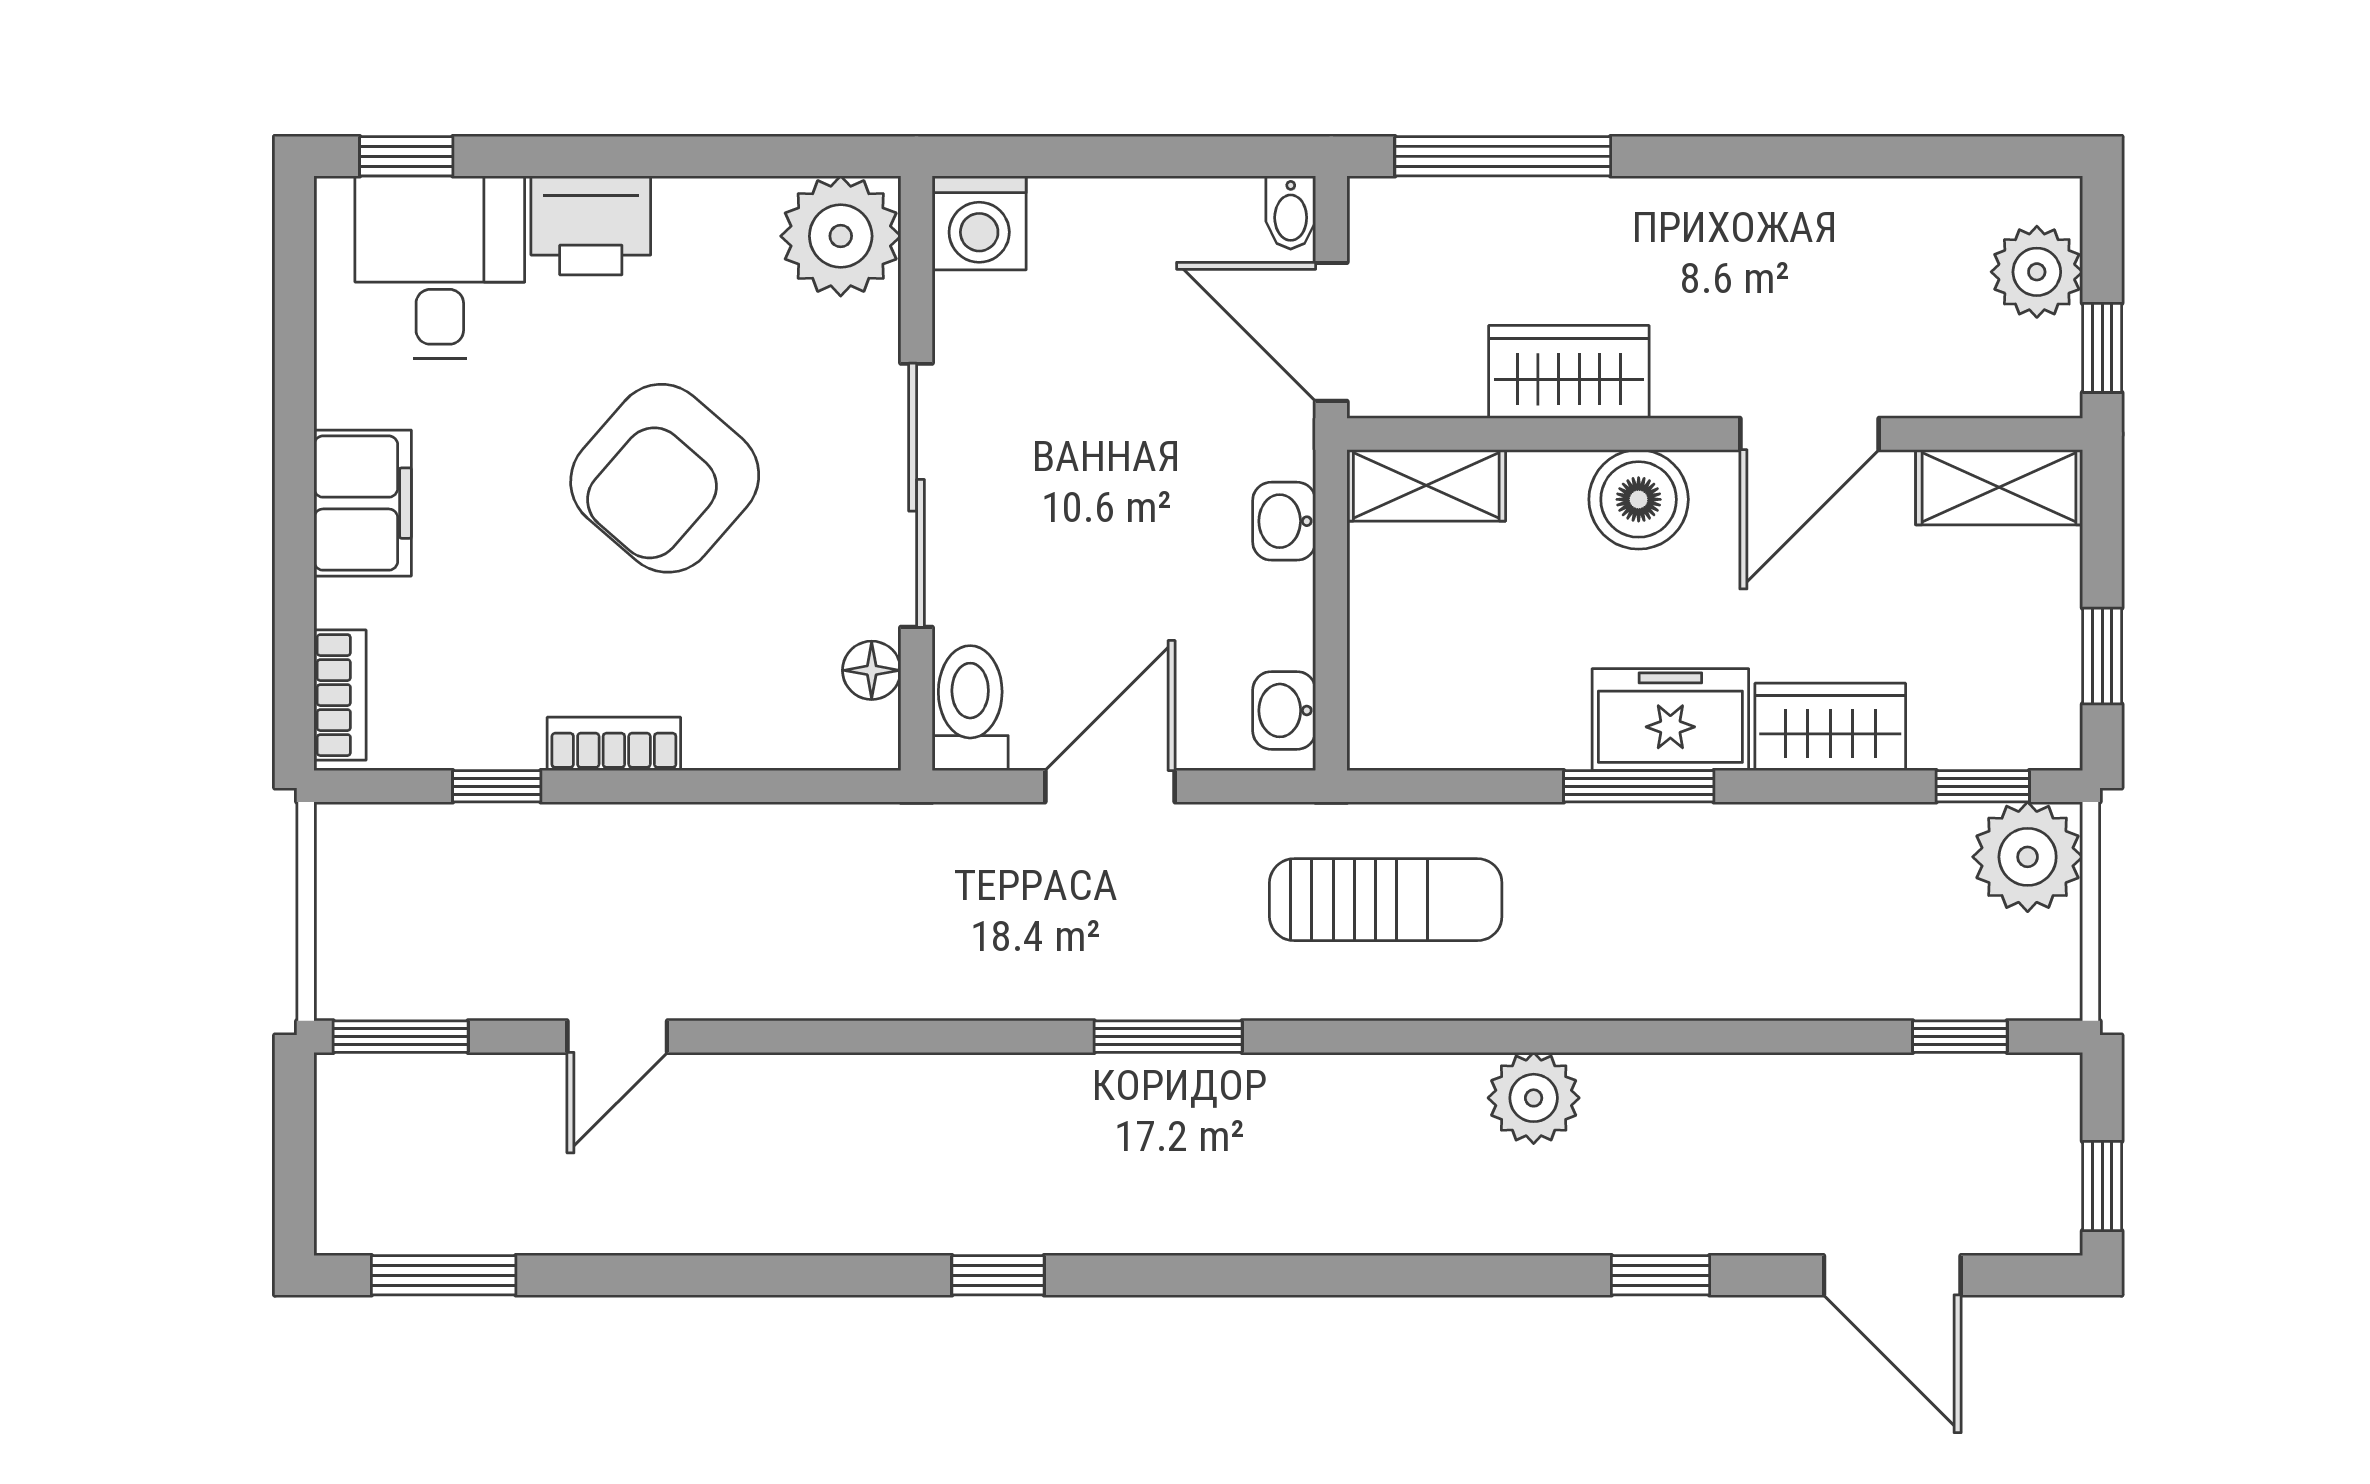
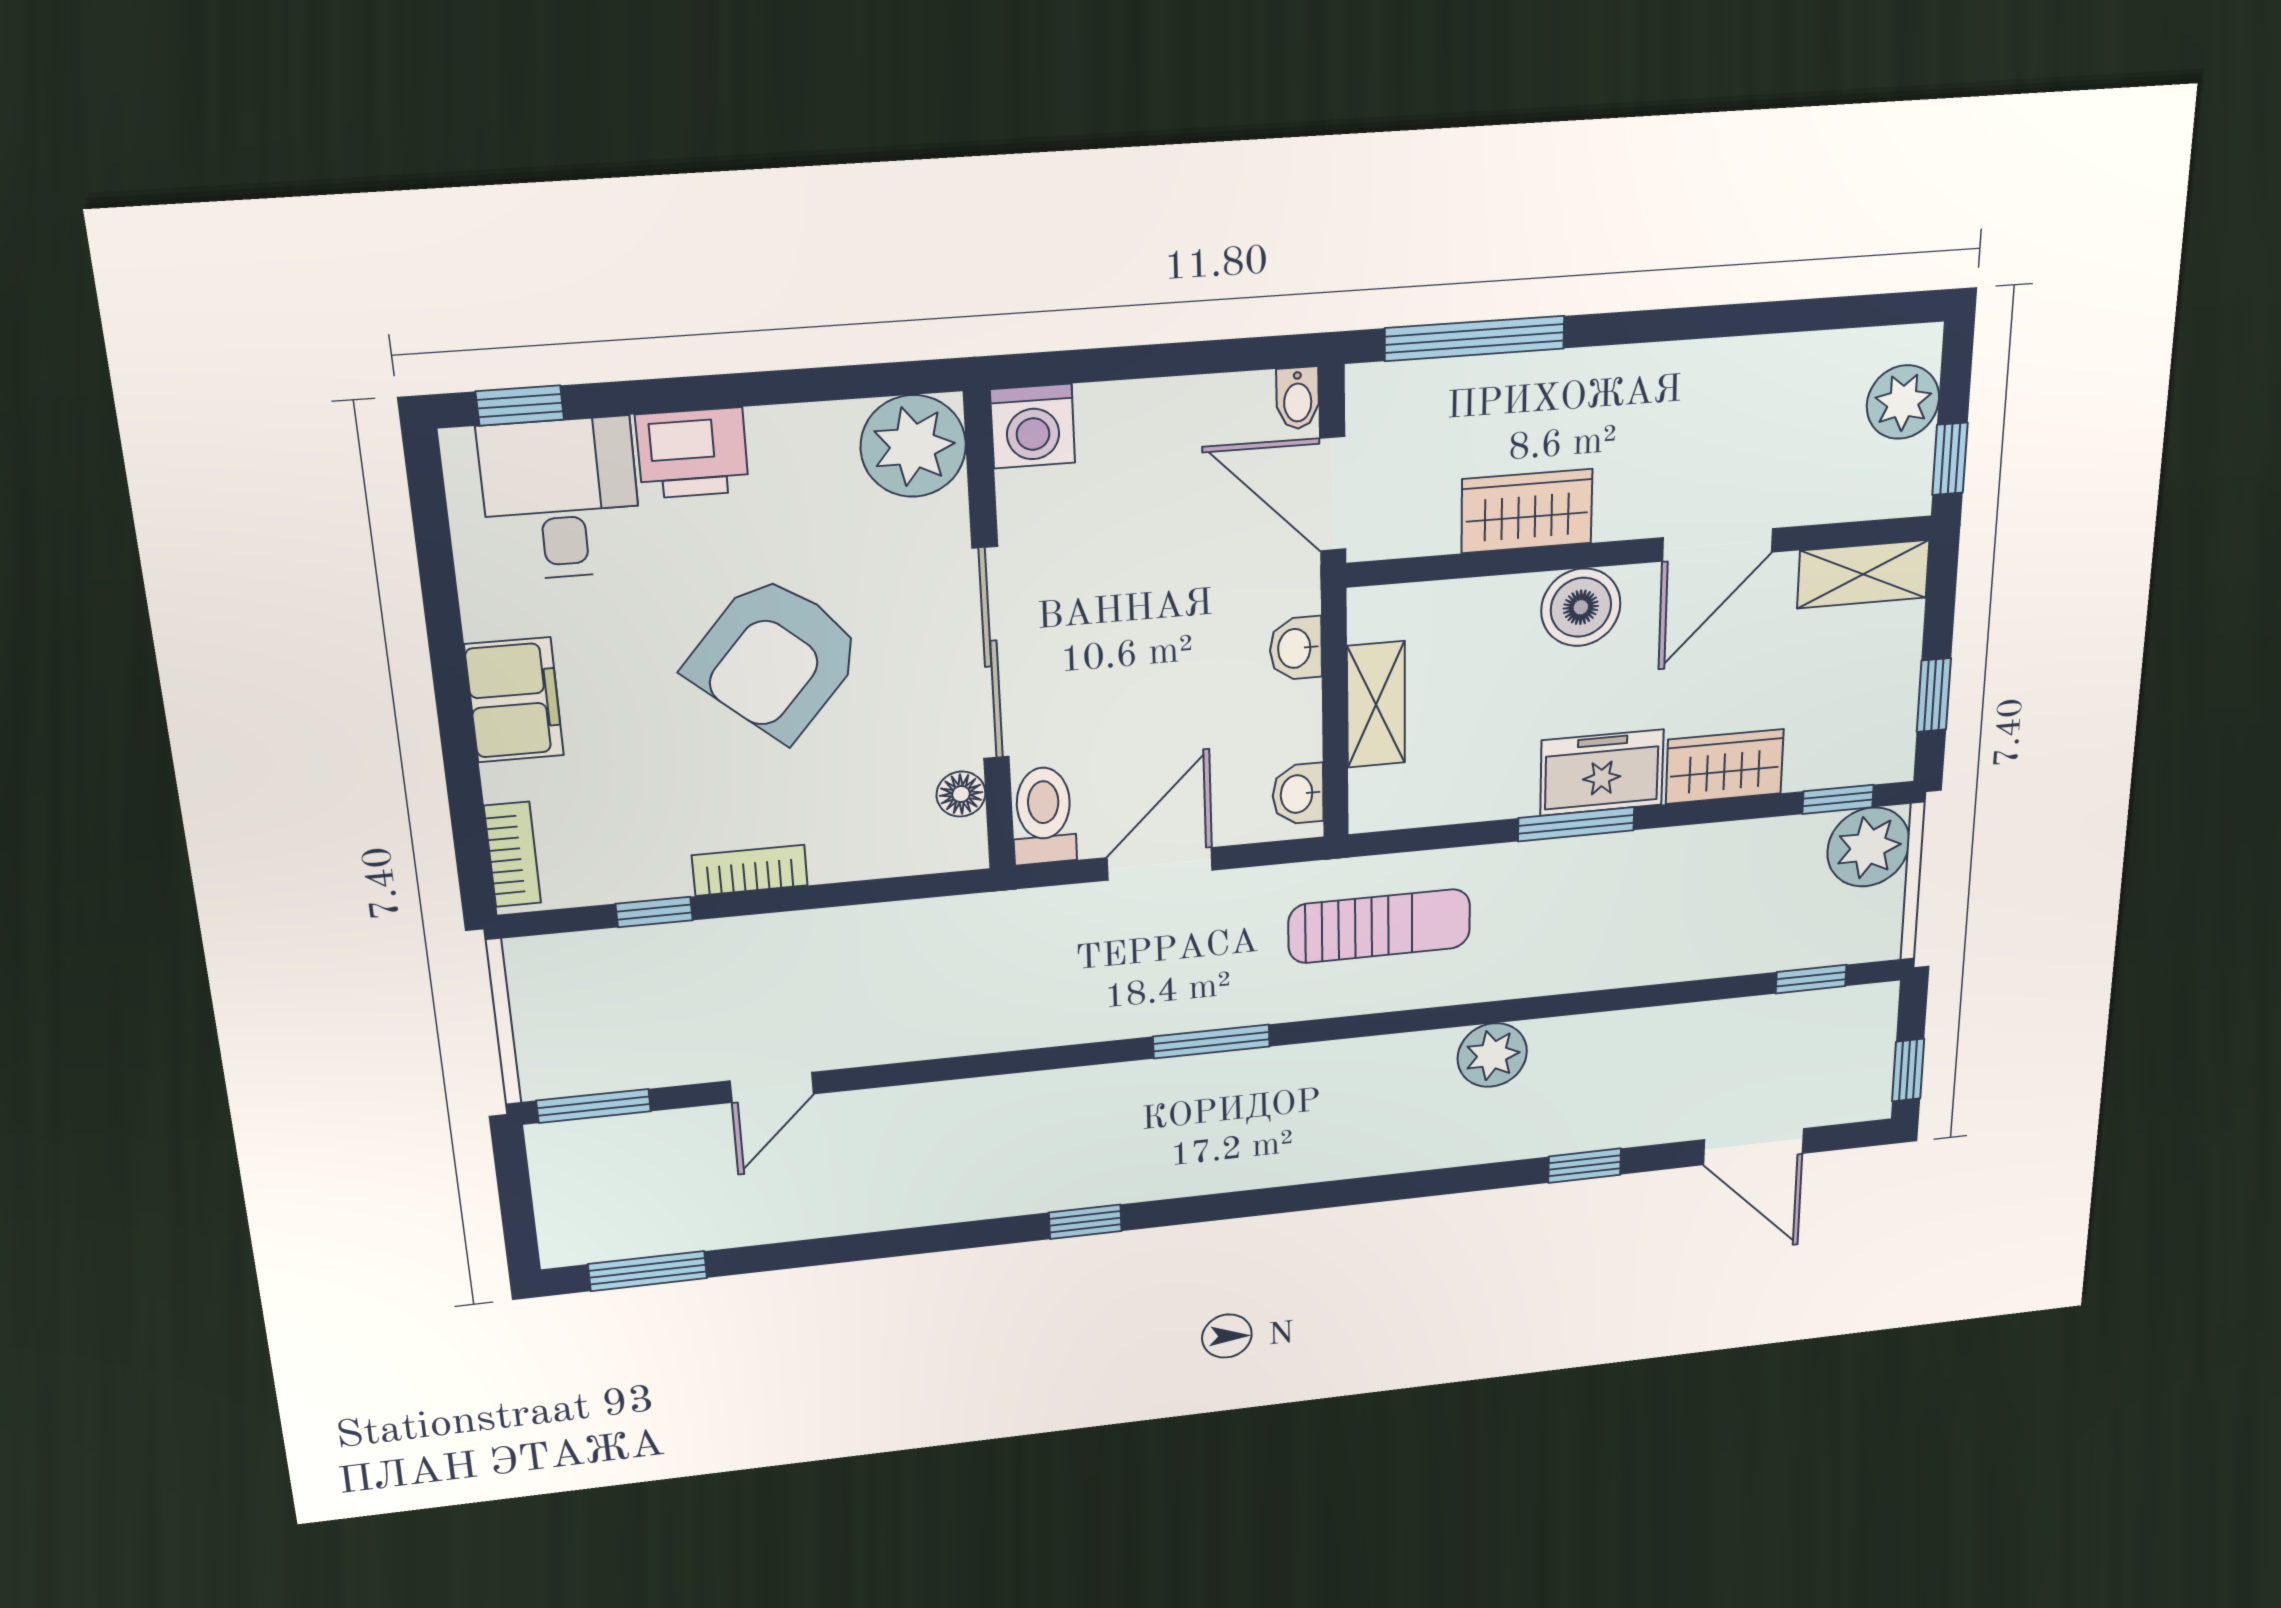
shelving: (1426, 485) -> (1376, 705), moved, turned 90

